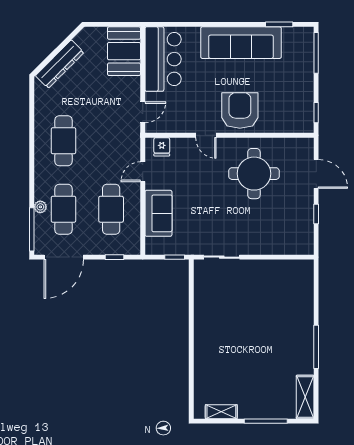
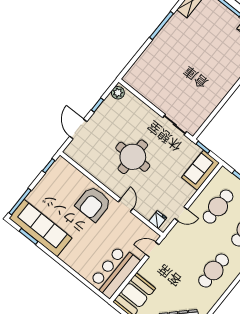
sofa: (241, 43) -> (40, 228), moved
round table: (254, 174) -> (133, 157), moved
sofa: (158, 213) -> (200, 170), moved
plant: (306, 243) -> (118, 93), added

